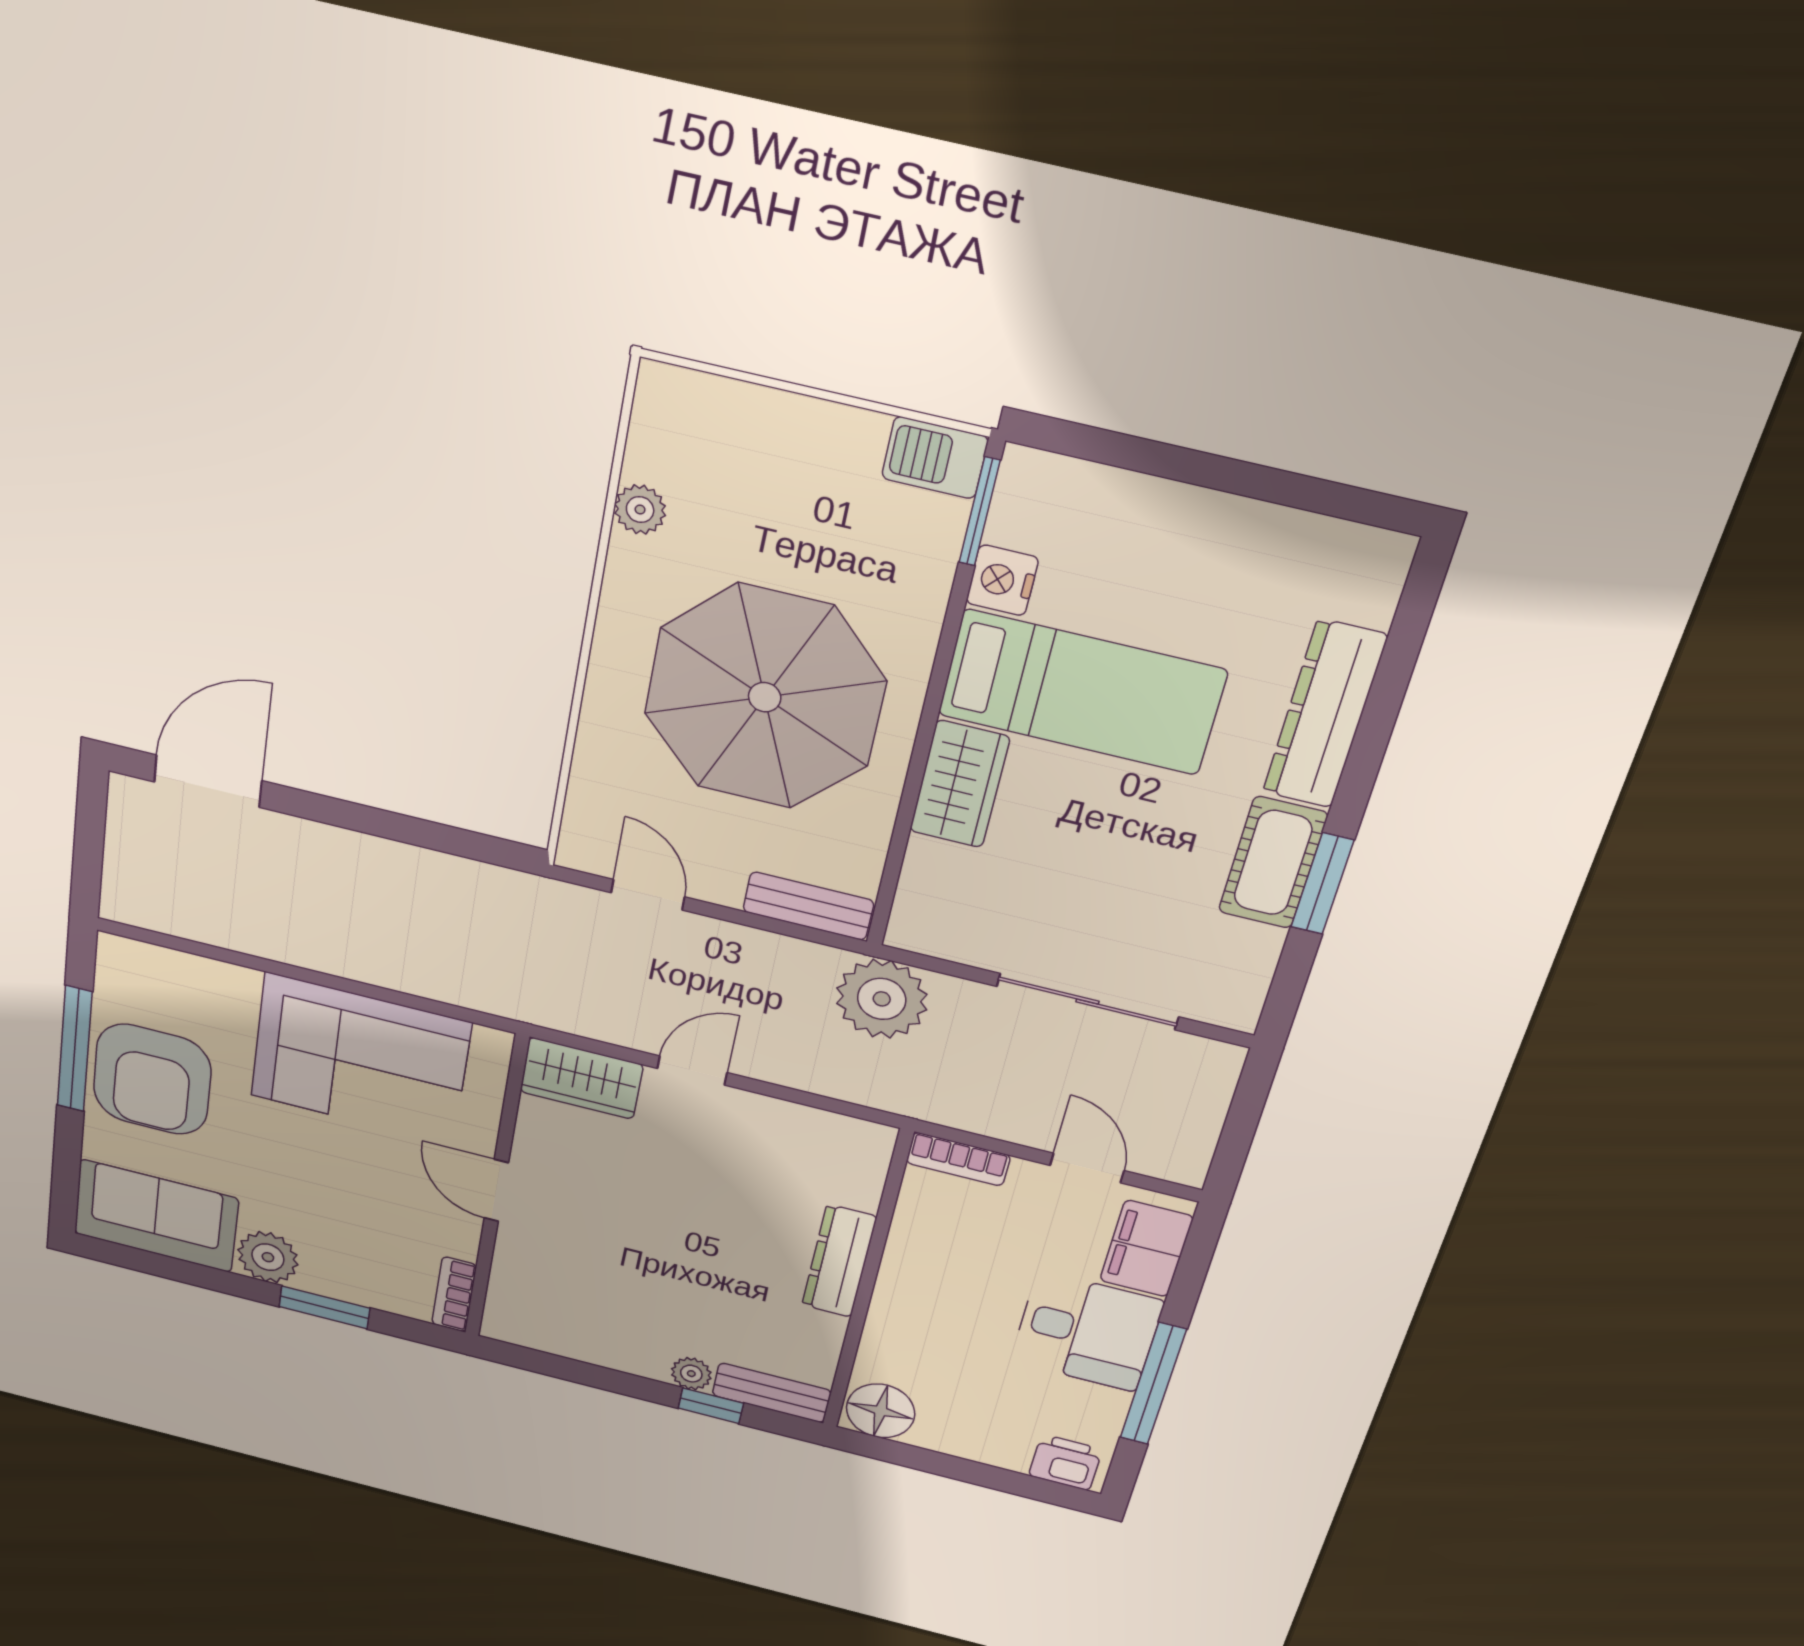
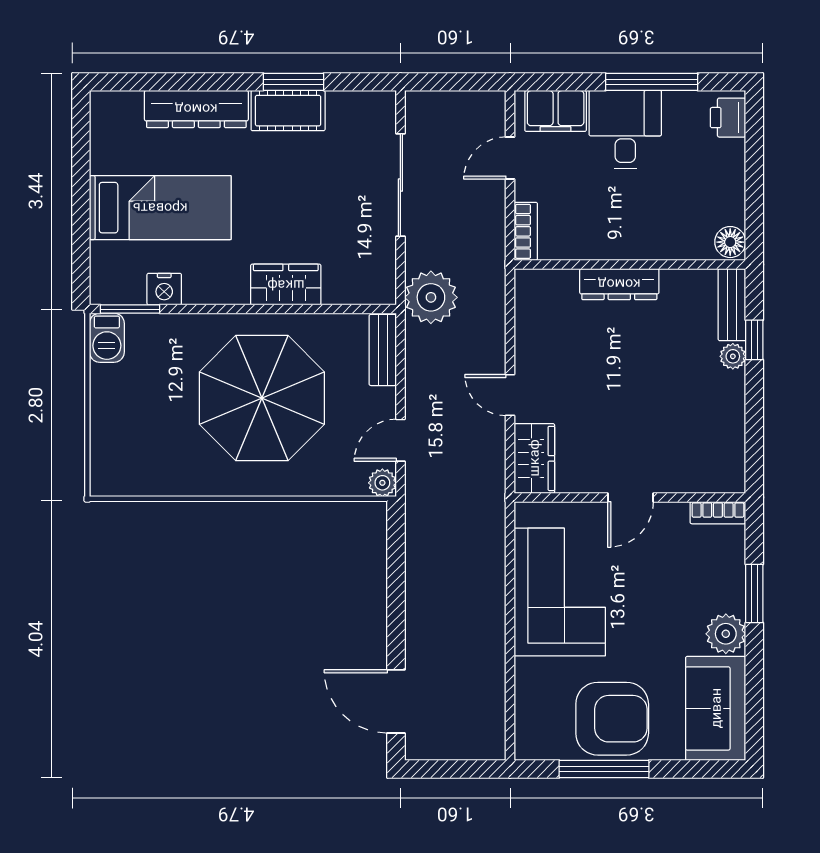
plant: (640, 510) -> (382, 483), moved
bed: (1082, 692) -> (160, 208), moved, turned 90
floor lamp: (881, 1411) -> (730, 242), width x0.73, depth x0.73

